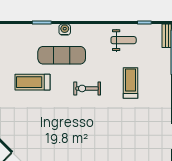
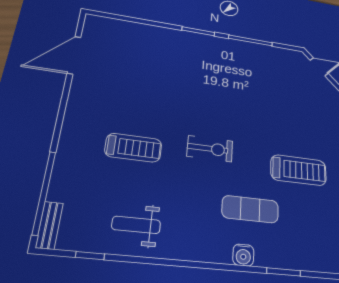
exercise mat: (62, 55) -> (250, 209), width x0.73, depth x0.69
treadmill: (131, 83) -> (133, 148), turned -90

